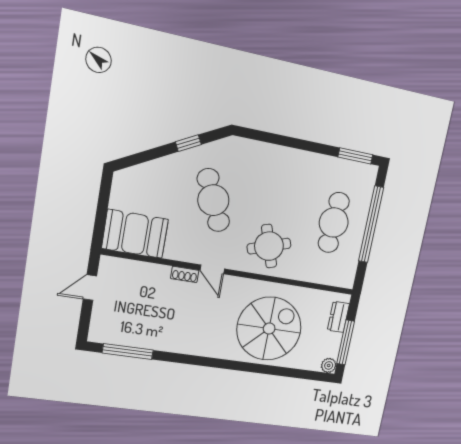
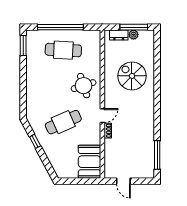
spiral stairs: (269, 329) -> (132, 76), width x0.73, depth x0.73
plant: (329, 365) -> (134, 35), moved

